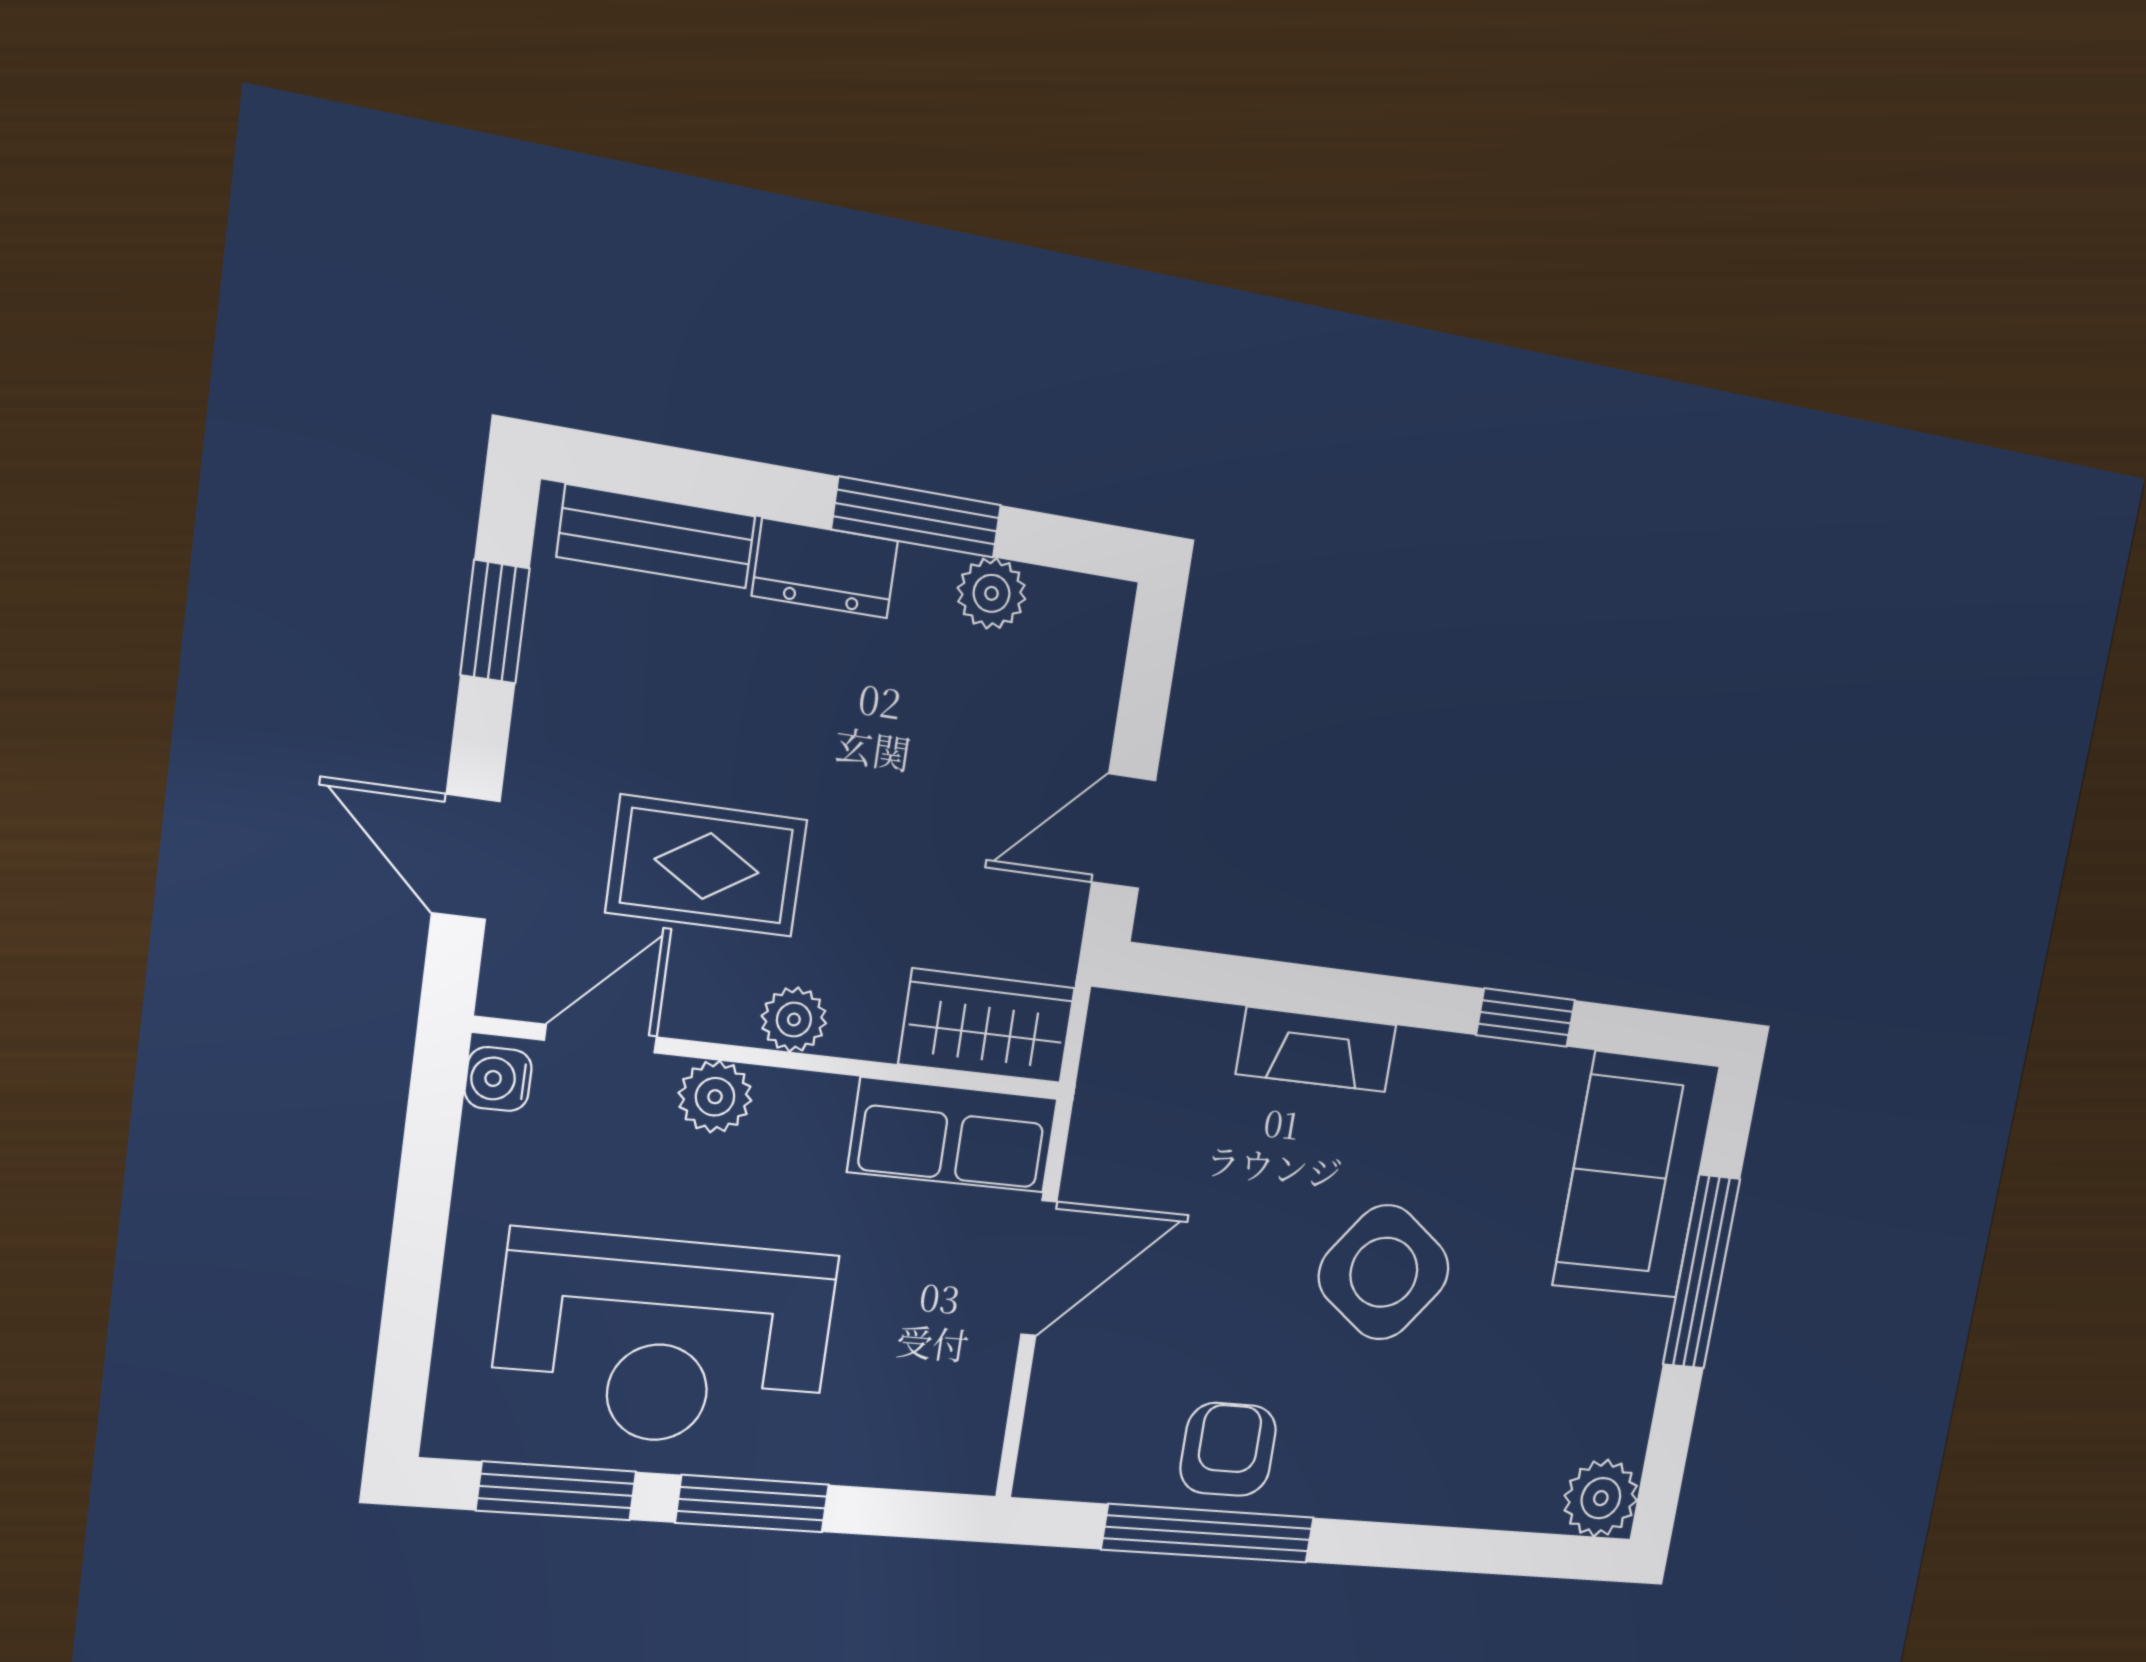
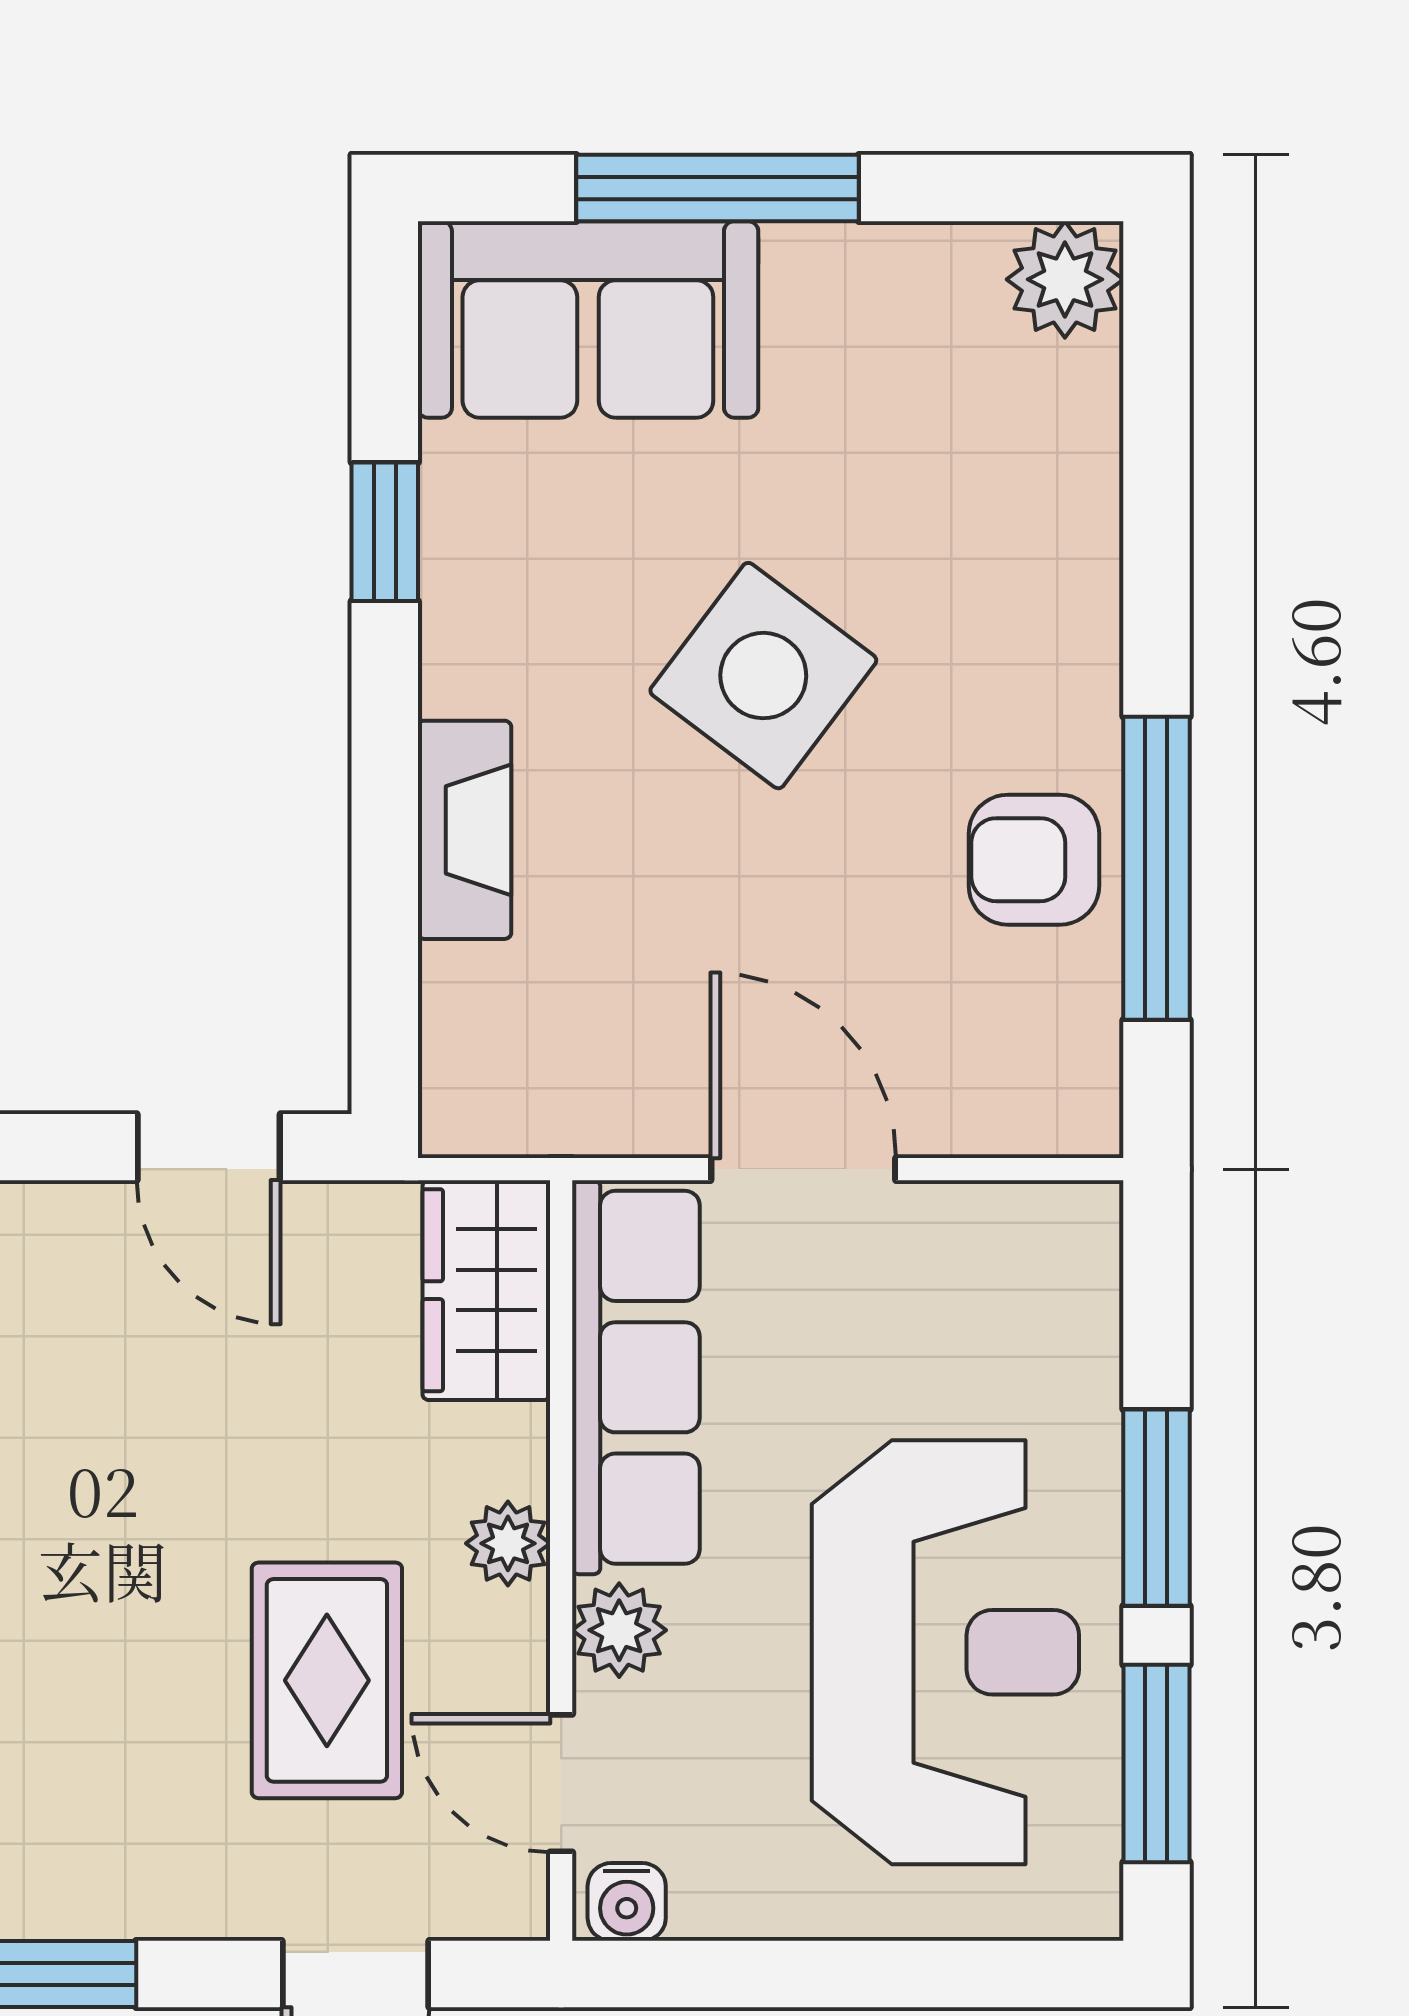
row of seats: (953, 1135) -> (636, 1377), width x1.48

